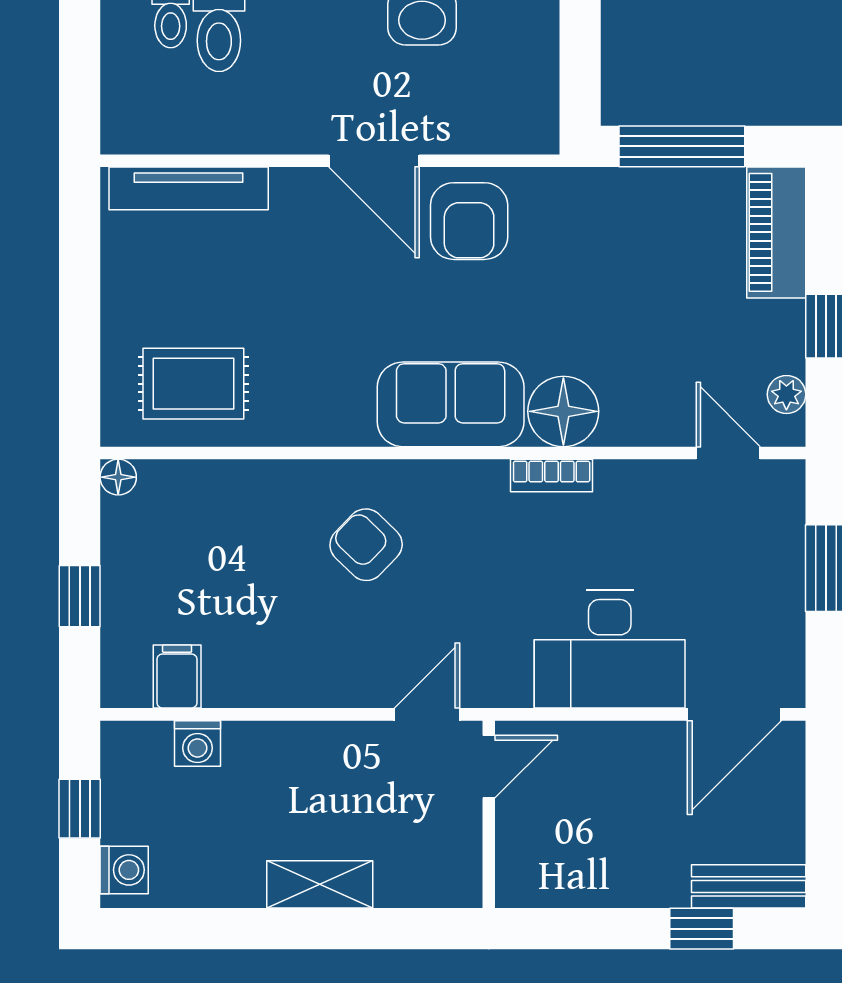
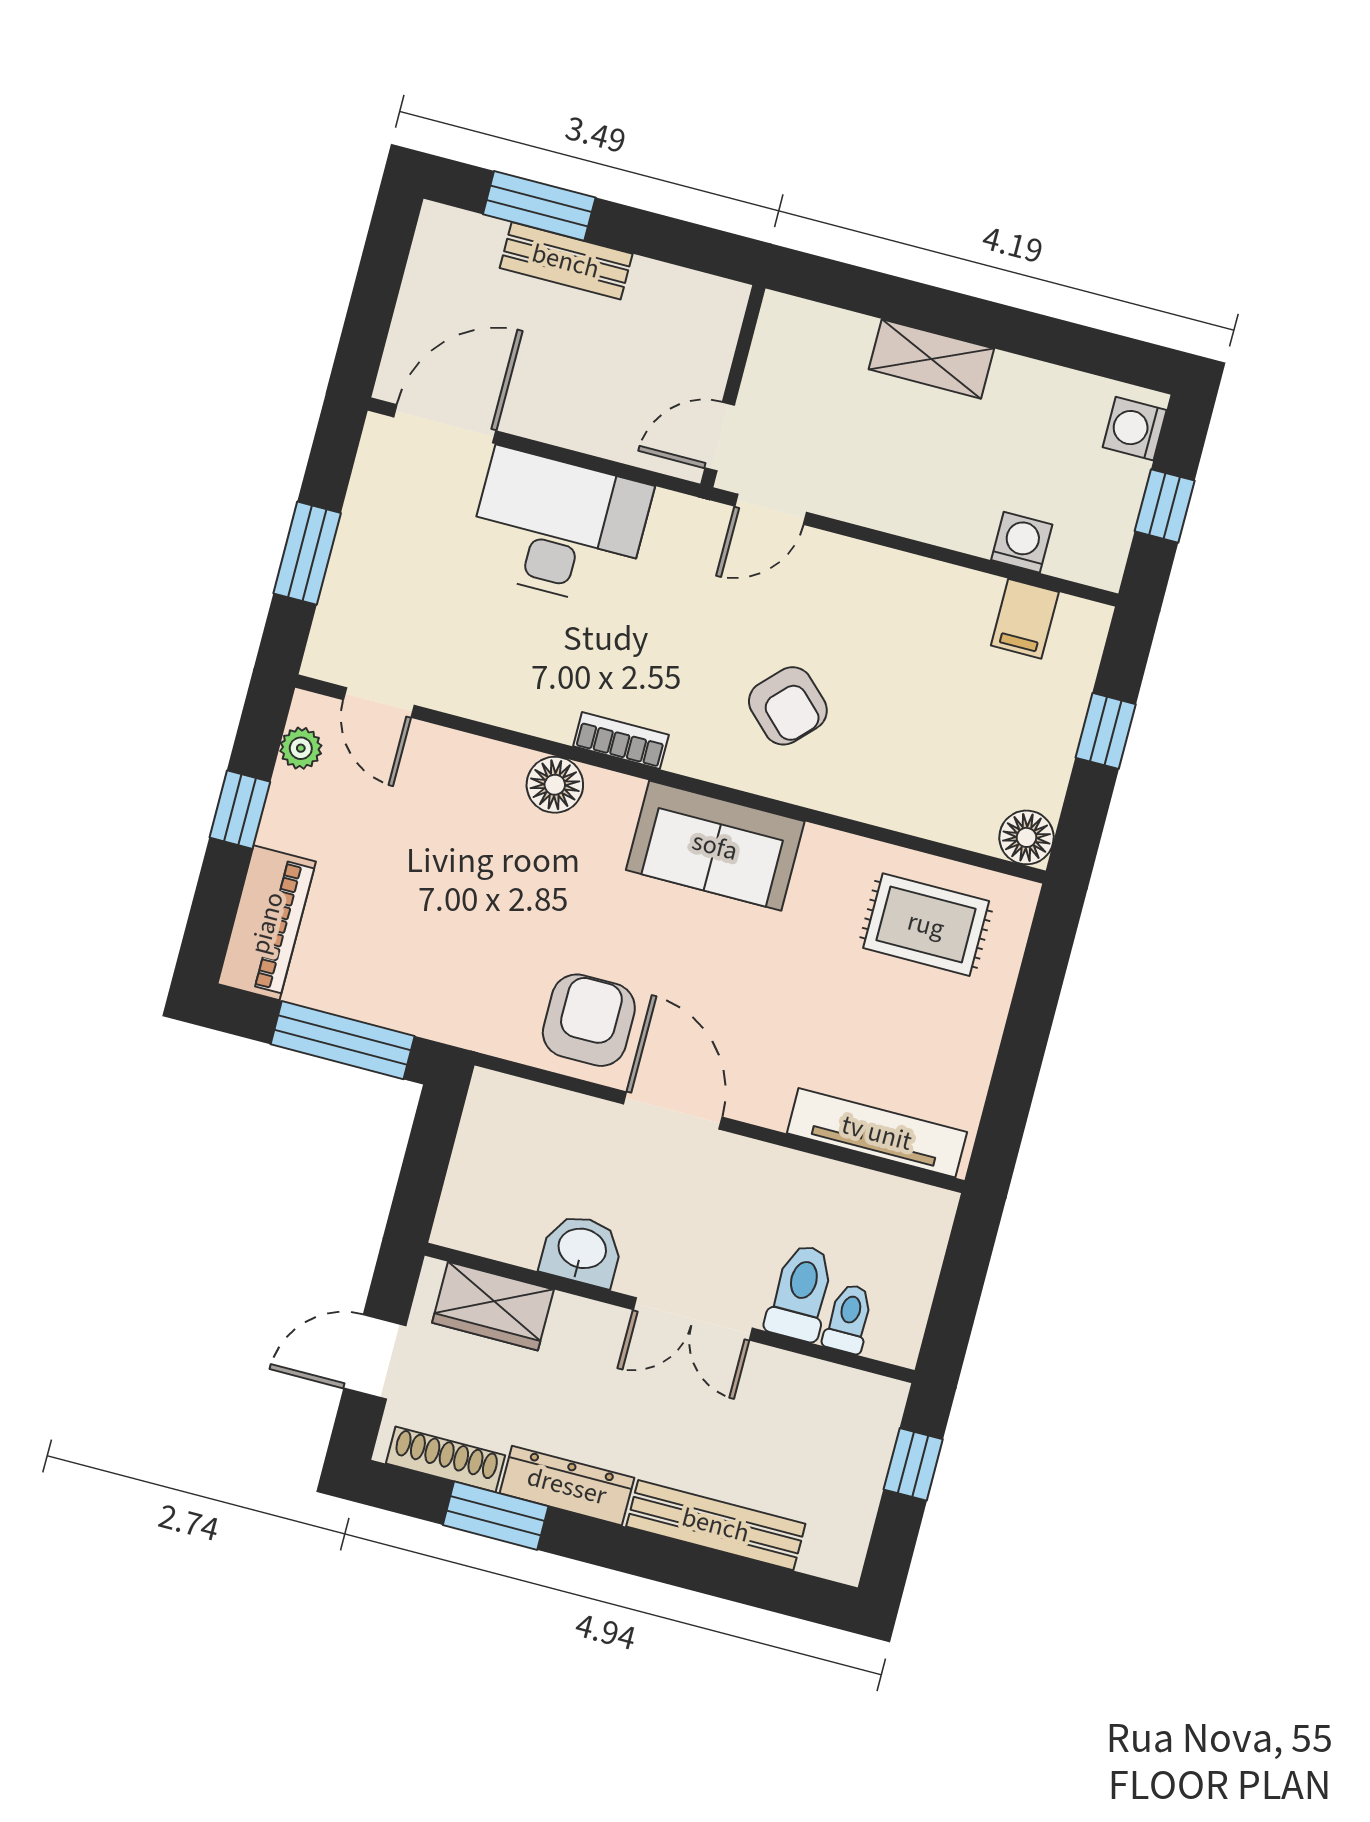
sofa: (451, 404) -> (715, 846), moved
floor lamp: (563, 411) -> (555, 785), width x0.73, depth x0.73
bookcase: (552, 475) -> (621, 741), moved
floor lamp: (118, 477) -> (1026, 837), width x1.37, depth x1.37
bench: (749, 886) -> (566, 261), moved
window: (702, 929) -> (539, 206), width x1.50

